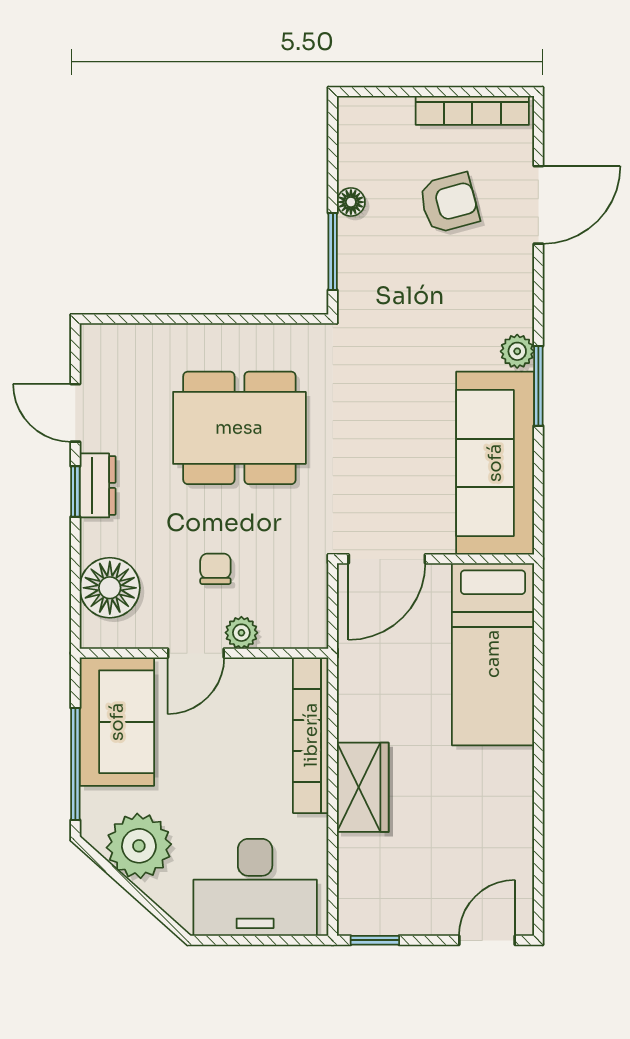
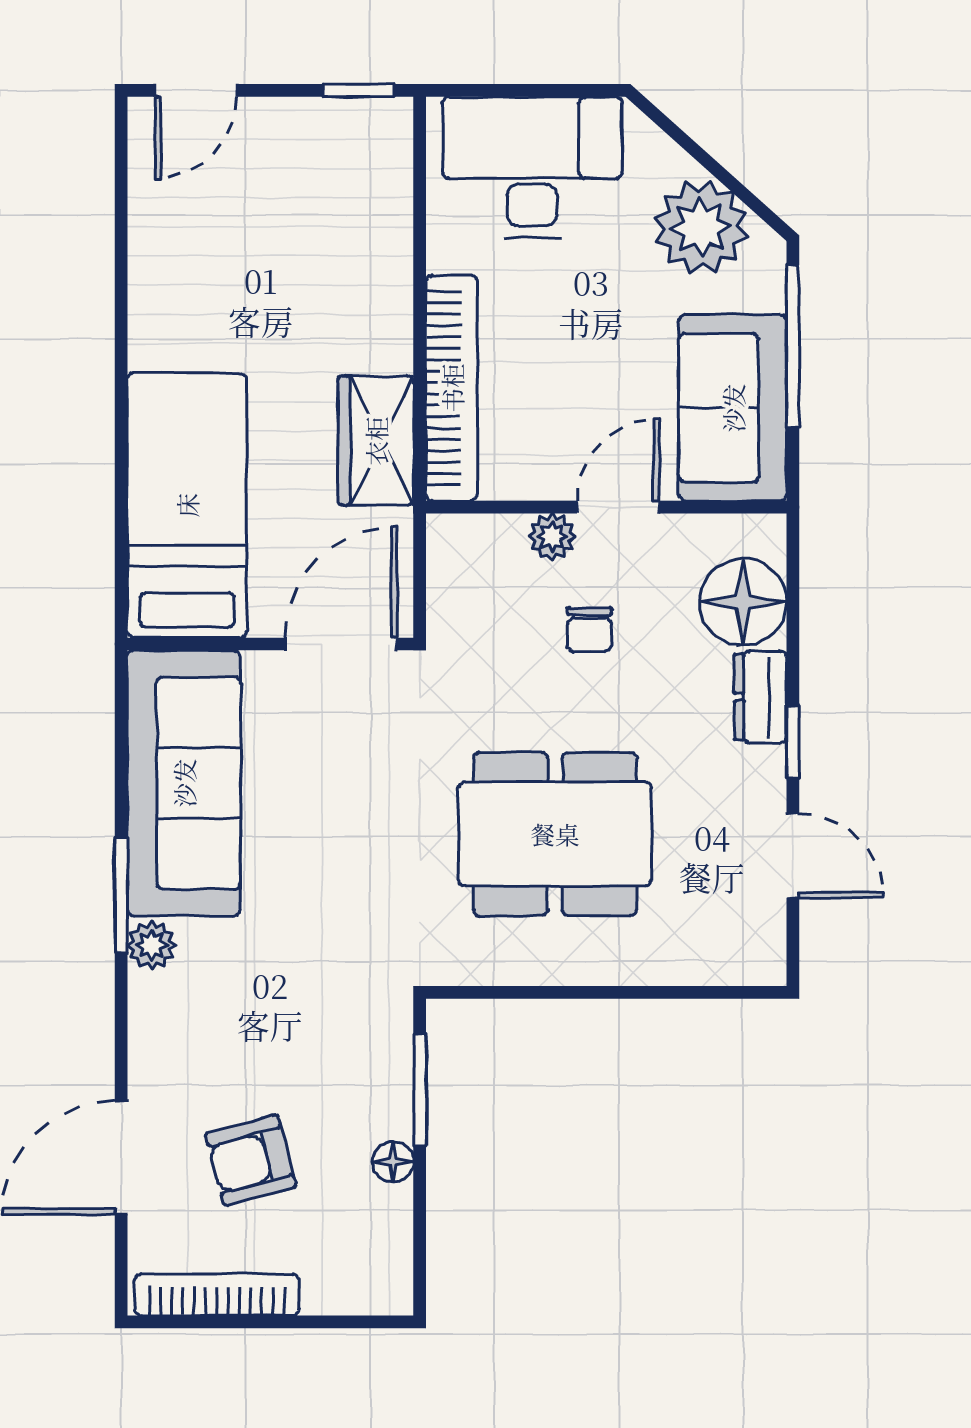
dresser: (98, 485) -> (761, 697), moved
wardrobe: (363, 787) -> (376, 441), moved

